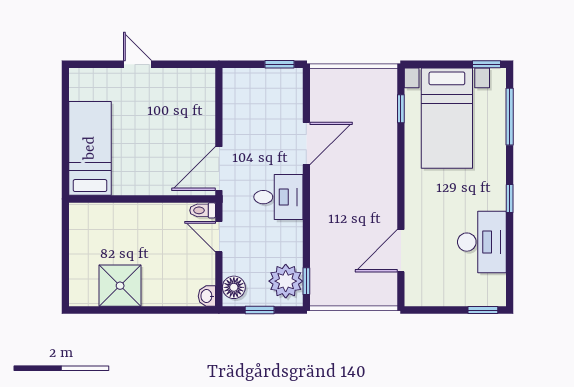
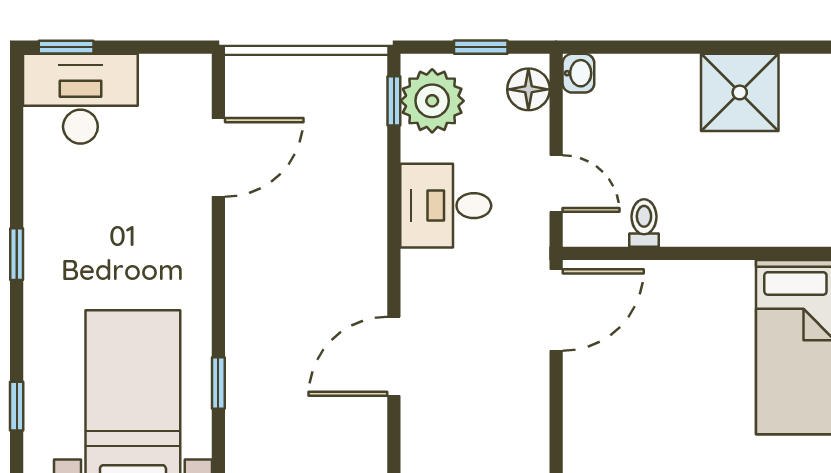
window: (401, 109) -> (218, 383), moved
window: (510, 117) -> (17, 406), width x0.46
desk: (278, 197) -> (446, 206), moved
toilet: (203, 210) -> (644, 223), moved, turned -90
desk: (482, 242) -> (80, 99), moved, turned 90

